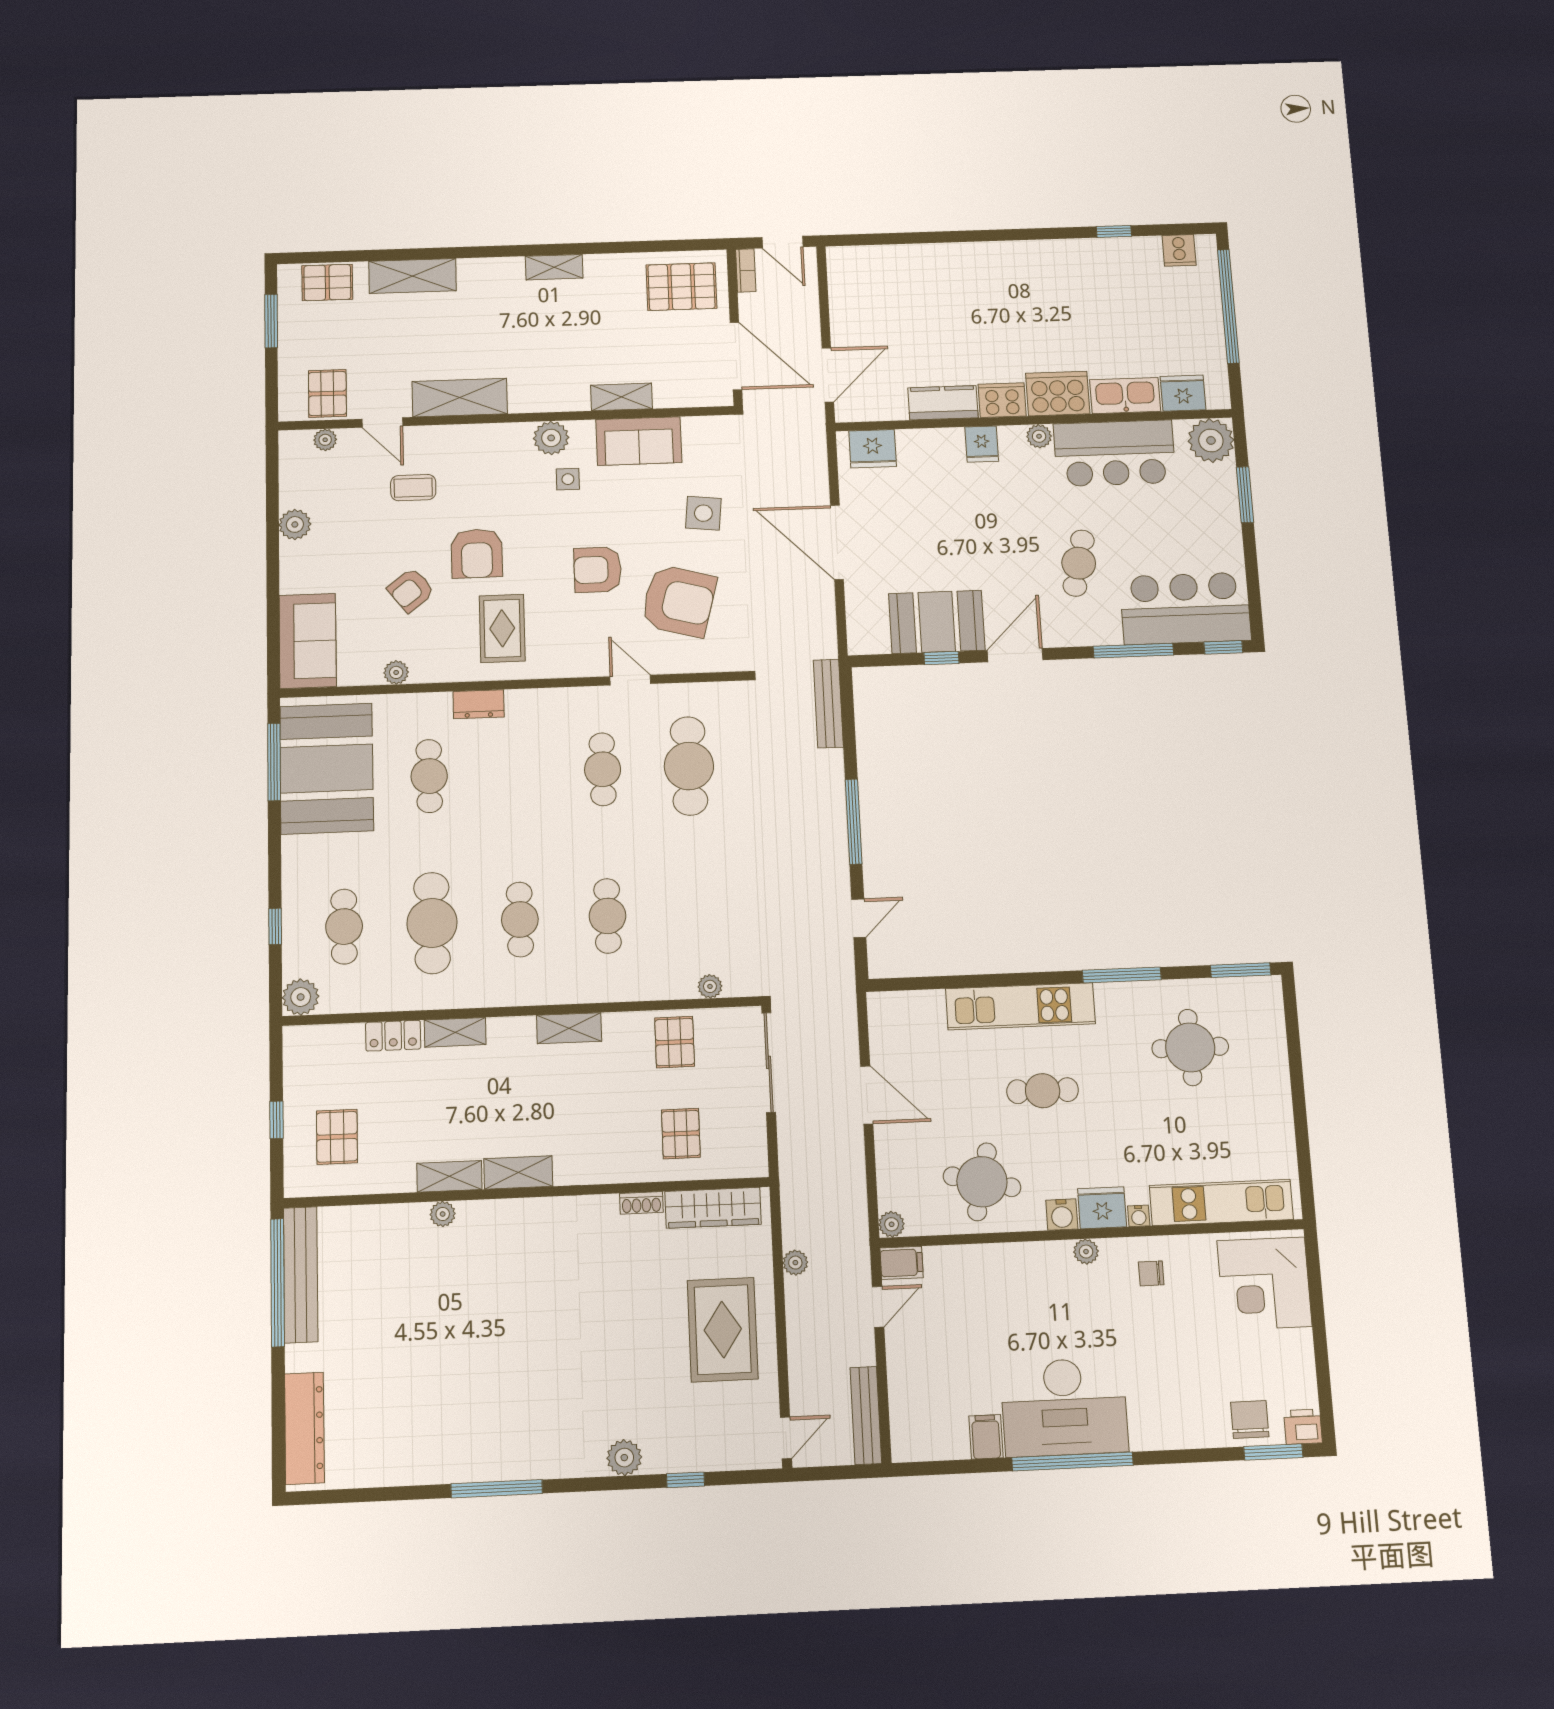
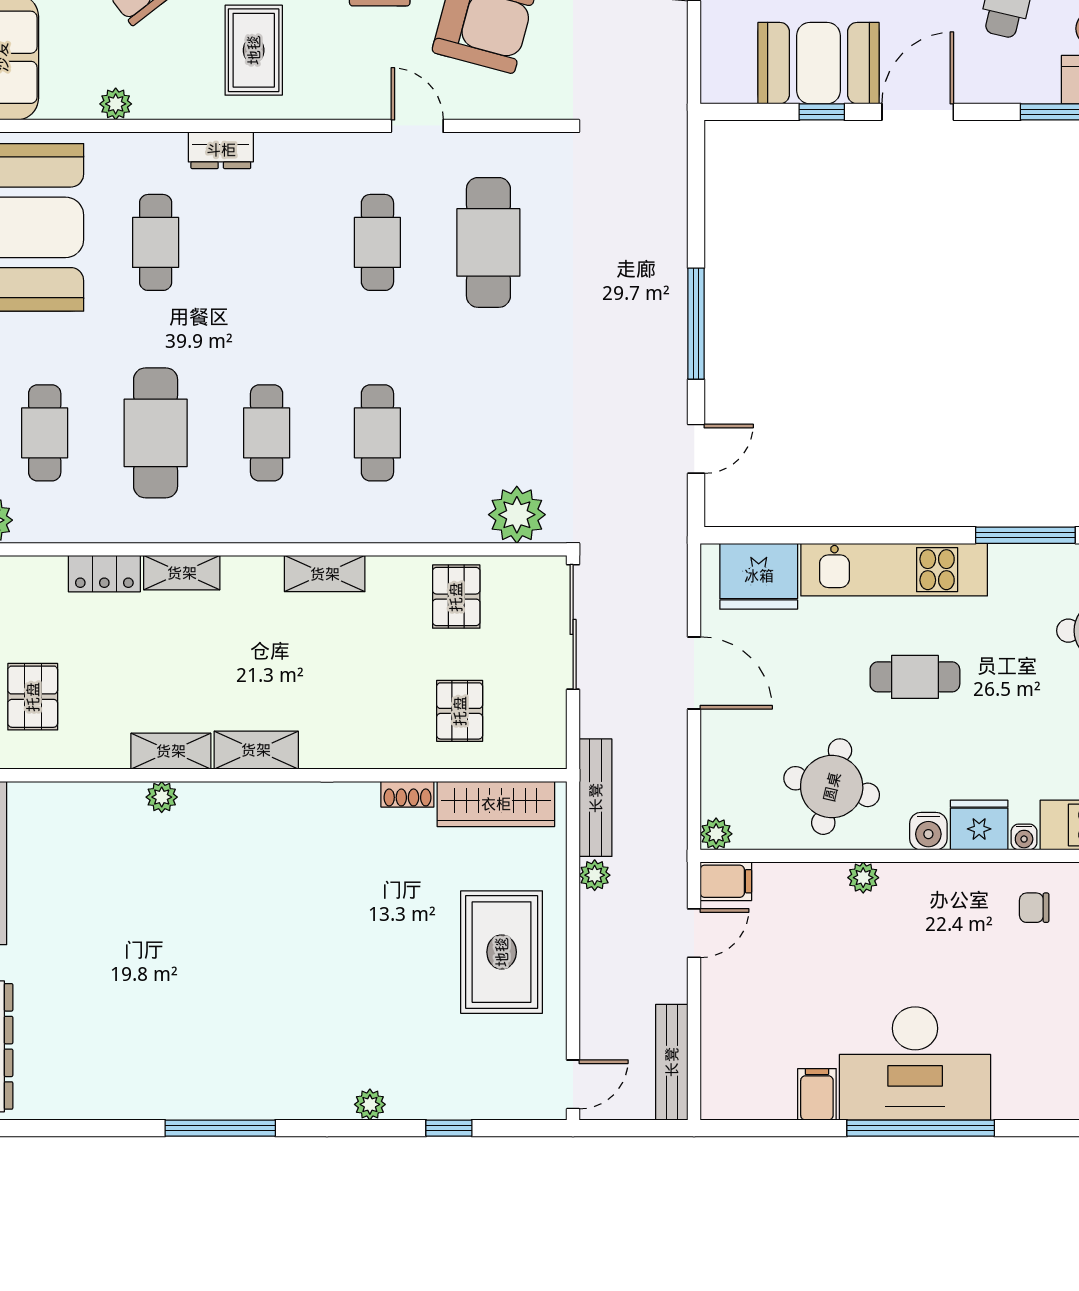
bench: (828, 703) -> (596, 798), moved
plant: (710, 986) -> (517, 515), width x1.87, depth x1.87
fridge: (914, 1016) -> (759, 576), added
plant: (1086, 1252) -> (863, 878), moved
plant: (624, 1458) -> (370, 1104), width x0.73, depth x0.73

